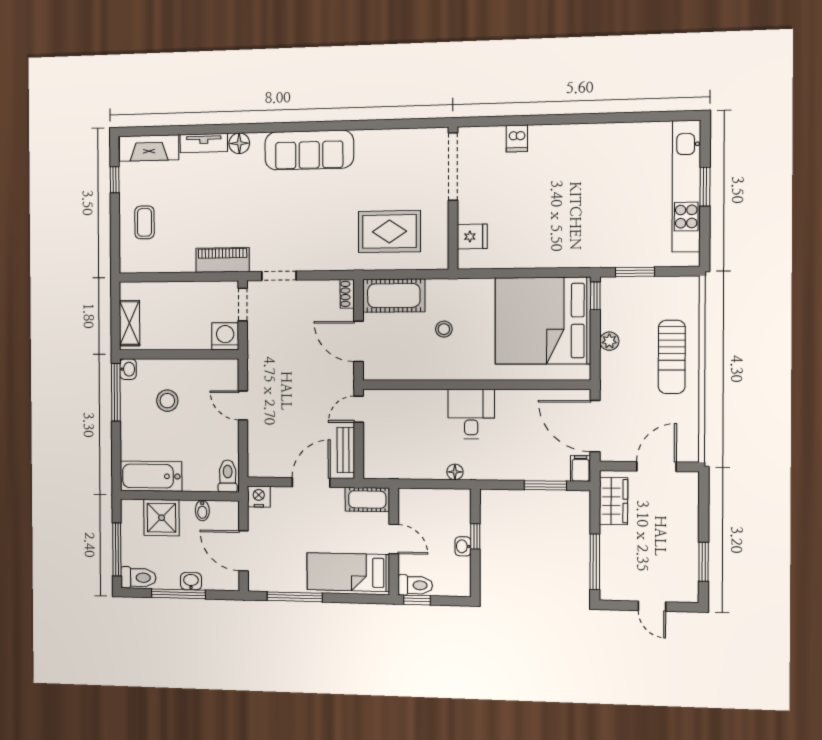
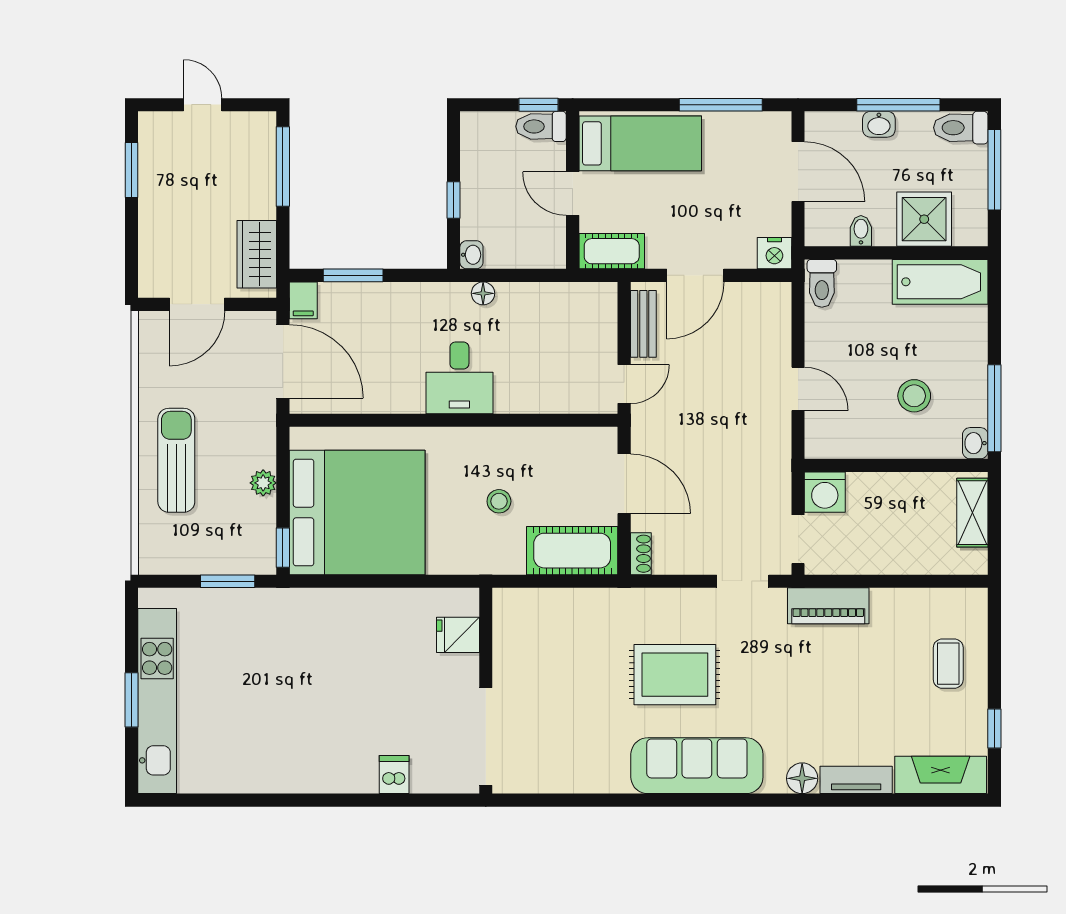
rug: (389, 232) -> (675, 675), moved
washbasin: (463, 546) -> (471, 255), moved

